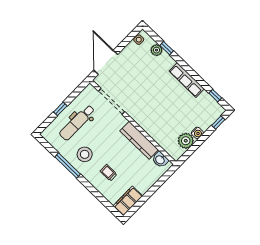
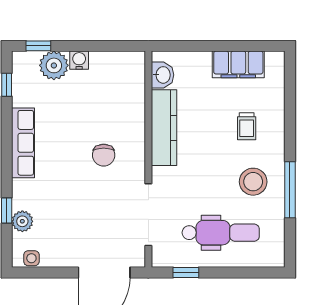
chair: (151, 107) -> (104, 155), added
window: (60, 109) -> (186, 273), moved
plant: (186, 141) -> (54, 65), moved
filing cabinet: (128, 201) -> (238, 64), moved

